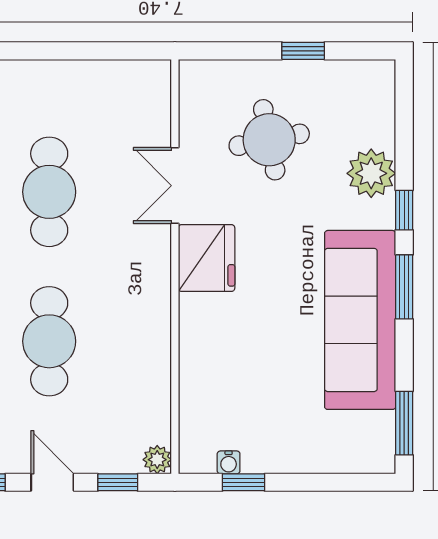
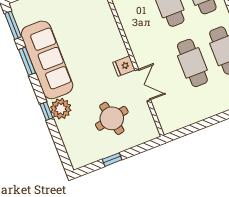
plant: (371, 173) -> (61, 109), moved
fridge: (207, 258) -> (124, 66), width x0.53, depth x0.75
window: (404, 287) -> (27, 61), moved

